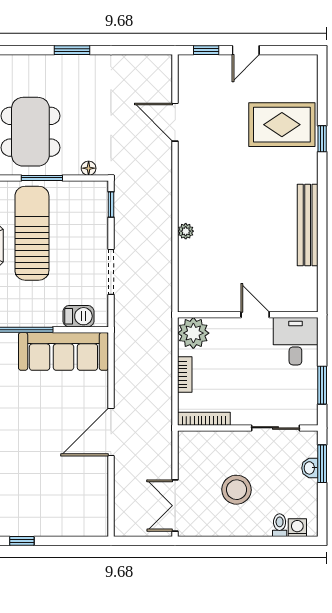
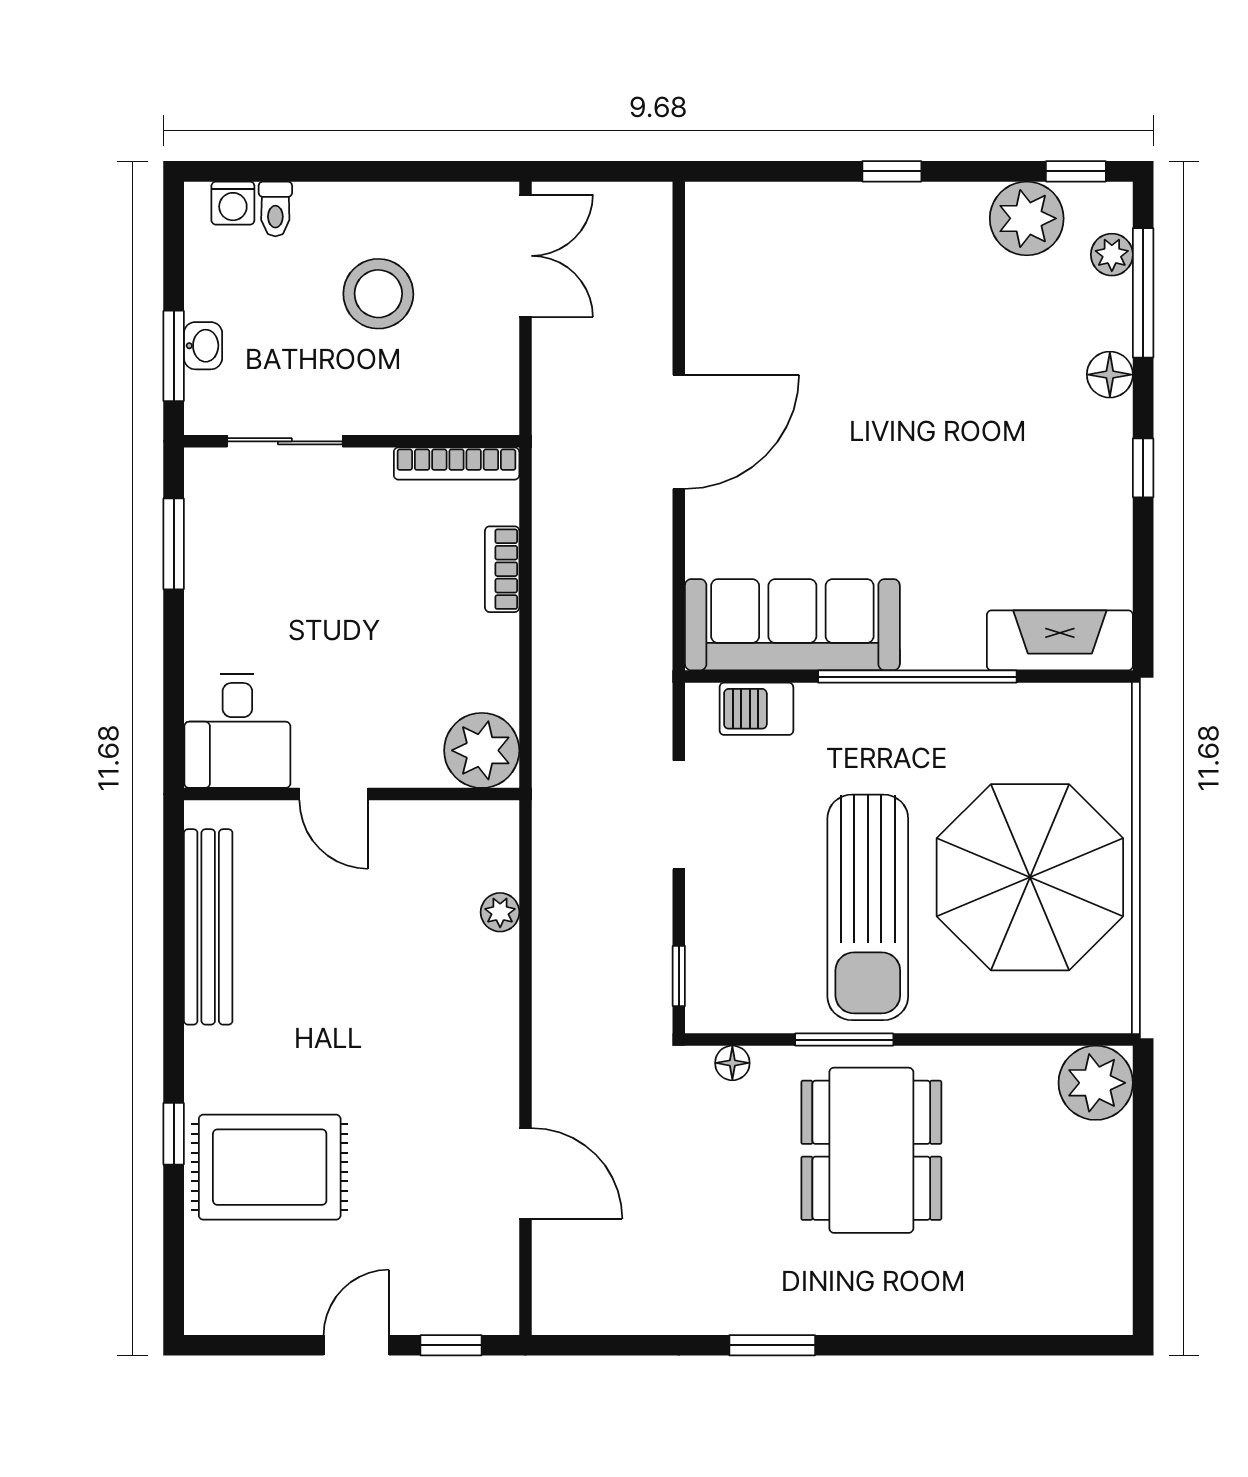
wall: (248, 315) -> (352, 794), moved
door: (255, 315) -> (334, 794), moved
plant: (193, 333) -> (482, 750), moved
desk: (295, 341) -> (237, 731), moved

